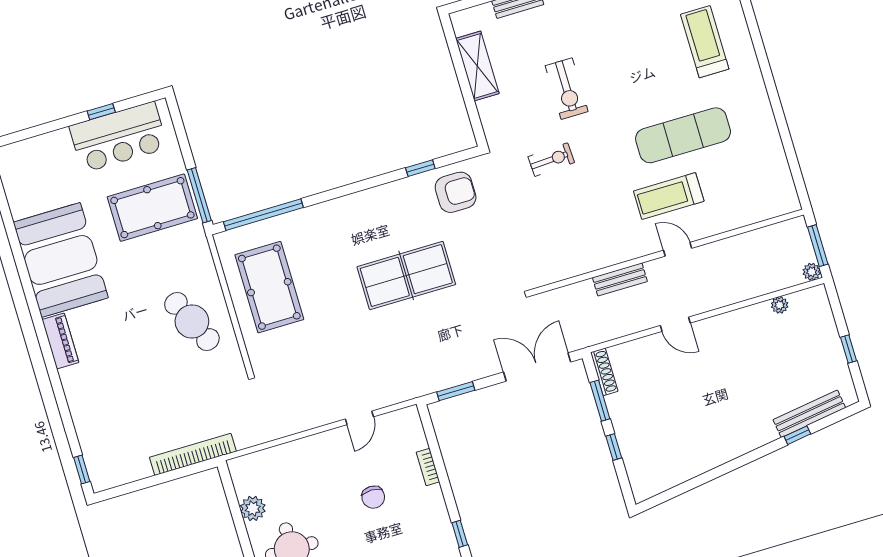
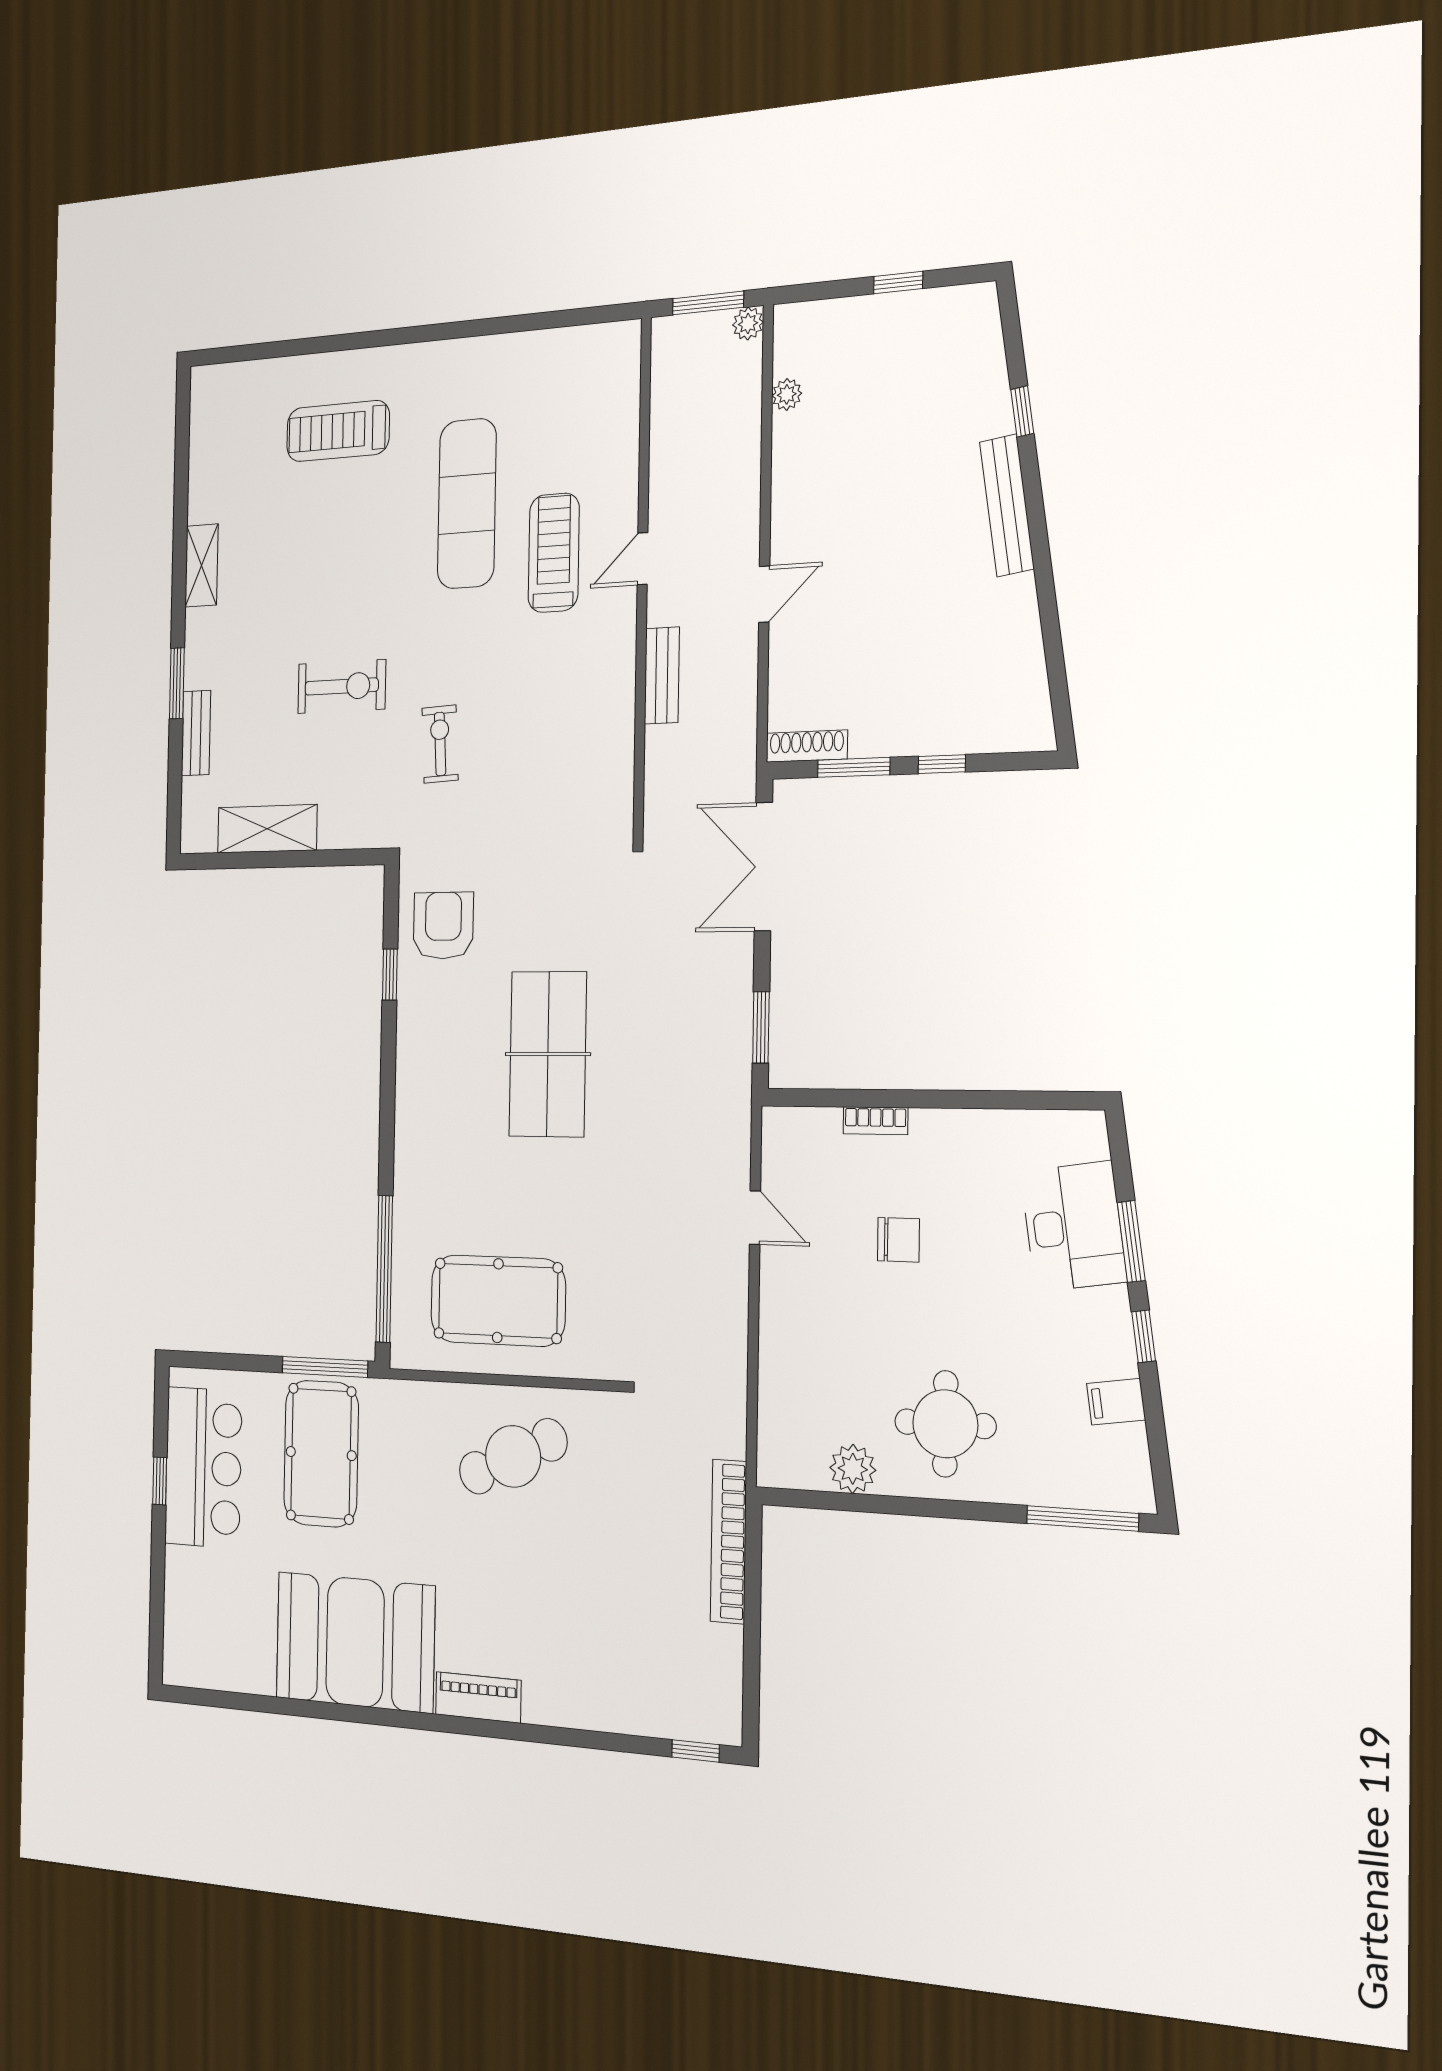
treadmill: (669, 196) -> (554, 553), turned 180
bench: (809, 414) -> (1007, 505), moved
window: (460, 534) -> (1012, 1100), removed

